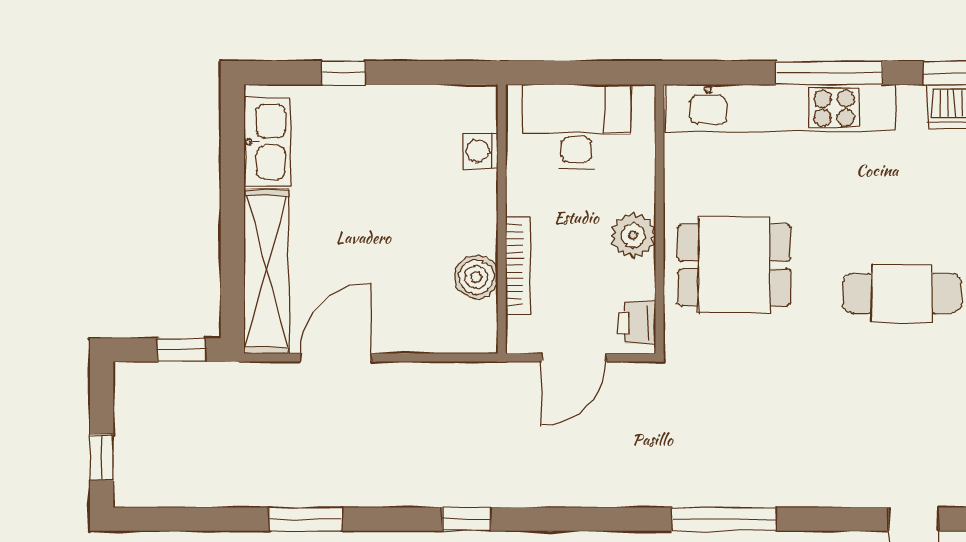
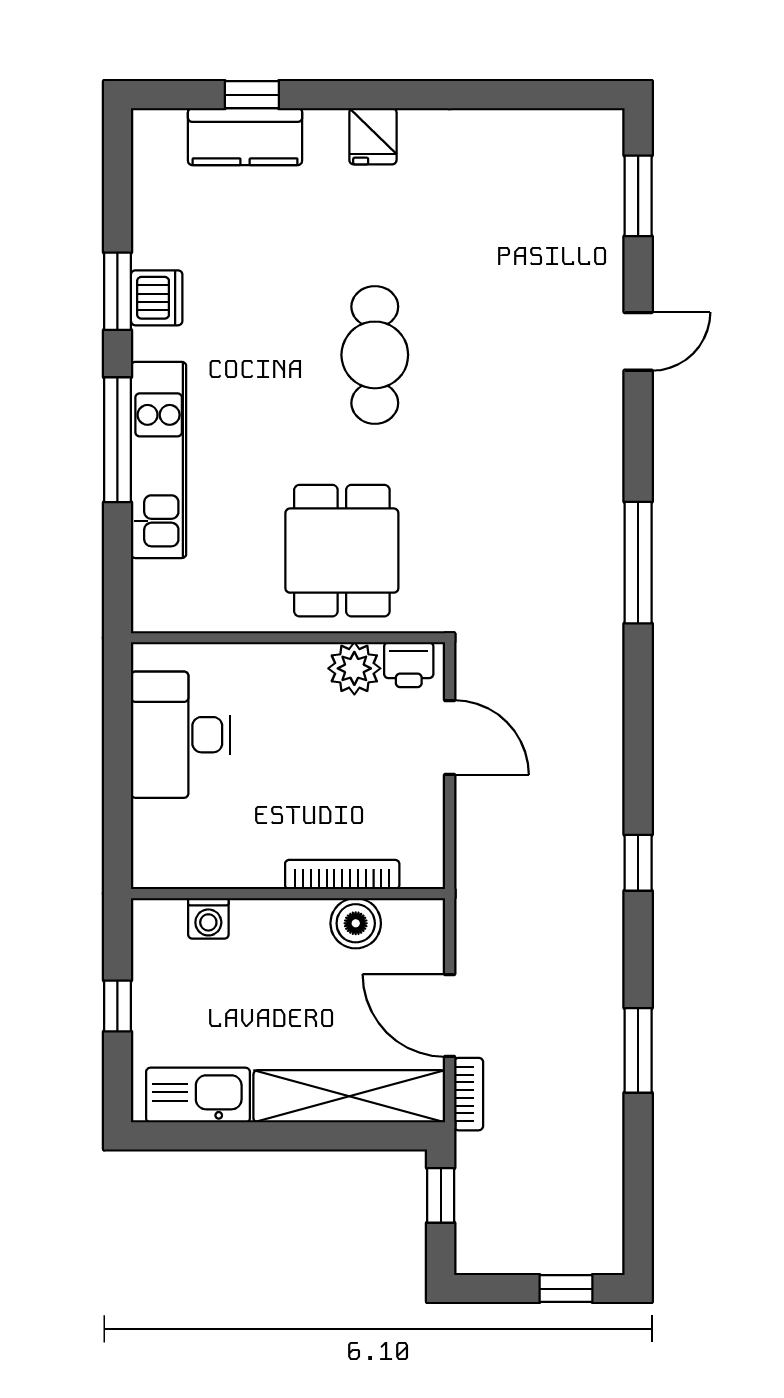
kitchen unit: (781, 108) -> (159, 460), width x0.73
washing machine: (480, 151) -> (208, 918), moved
wall: (502, 219) -> (288, 894), moved
plant: (633, 235) -> (354, 668), moved
bookcase: (518, 265) -> (342, 874), moved
boiler: (476, 277) -> (356, 923), moved
bookcase: (268, 374) -> (469, 1094), added

